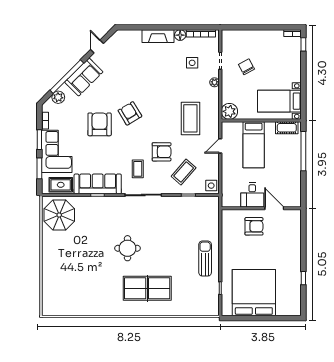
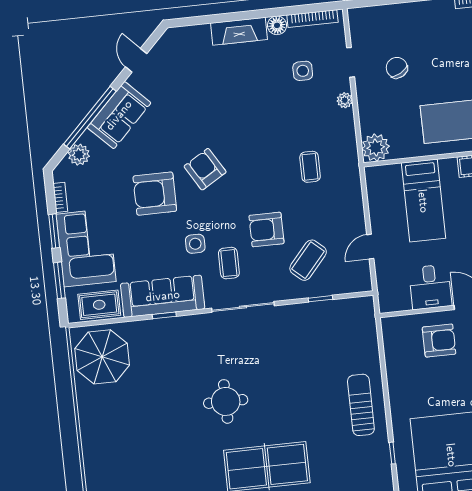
coffee table: (190, 118) -> (310, 167), width x0.54, depth x0.58
armchair: (100, 124) -> (155, 194), turned -90
door: (220, 146) -> (370, 247), moved
armchair: (162, 152) -> (266, 229), turned 180
side table: (211, 186) -> (195, 244), moved

